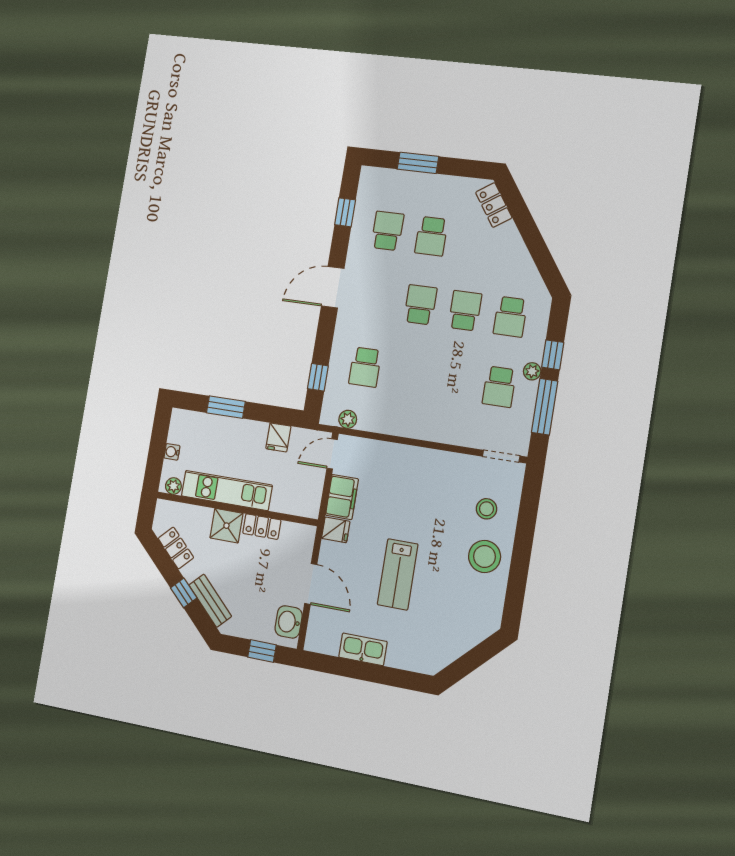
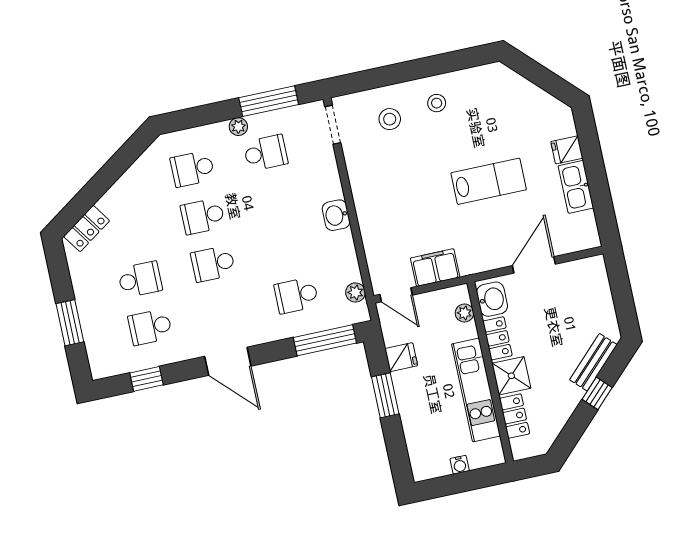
school desk: (510, 317) -> (192, 169), turned 180
window: (553, 355) -> (215, 113), removed
school desk: (365, 367) -> (296, 295), turned 180
window: (318, 377) -> (325, 340), width x2.17
window: (226, 407) -> (385, 395), moved
washbasin: (420, 428) -> (336, 215), added
plant: (173, 486) -> (464, 313), moved
fridge: (336, 530) -> (567, 150), moved, turned -90
locker: (176, 548) -> (515, 416), moved, turned 135
stool: (484, 556) -> (437, 103), width x0.53, depth x0.53
washbasin: (289, 622) -> (492, 299), moved, turned -90
window: (262, 651) -> (621, 288), removed

